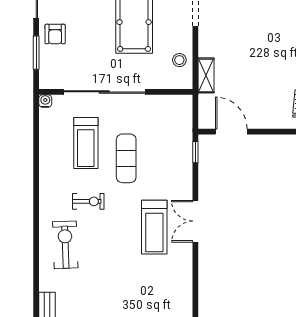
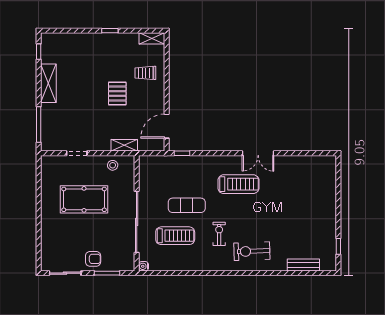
pallet: (275, 66) -> (117, 93), added
double door: (195, 221) -> (258, 153), moved

